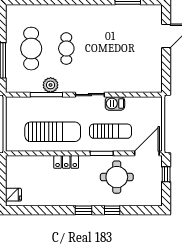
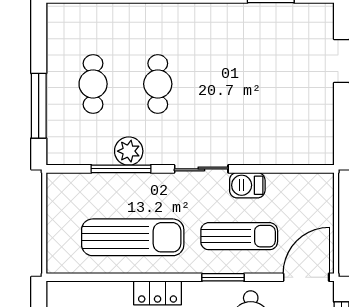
cafe table: (31, 49) -> (93, 84), width x0.73, depth x0.74

